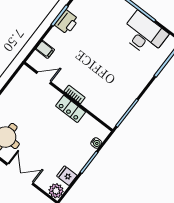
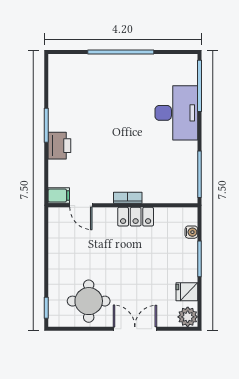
printer: (67, 22) -> (59, 146), moved
desk: (144, 34) -> (176, 113), moved, turned 90
filing cabinet: (45, 49) -> (59, 196), moved
door: (44, 78) -> (81, 205), swing flipped

